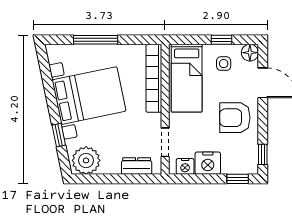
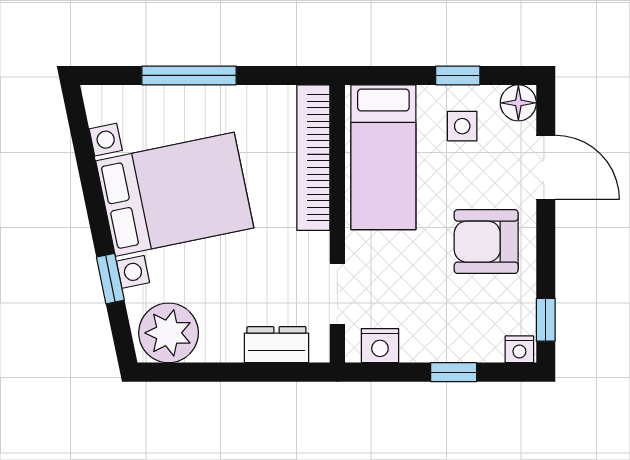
nightstand: (208, 163) -> (519, 349), moved, width x0.53, depth x0.56
window: (238, 179) -> (454, 372), moved

